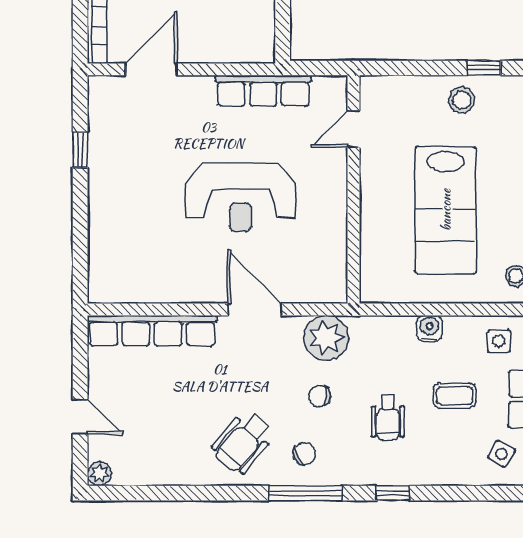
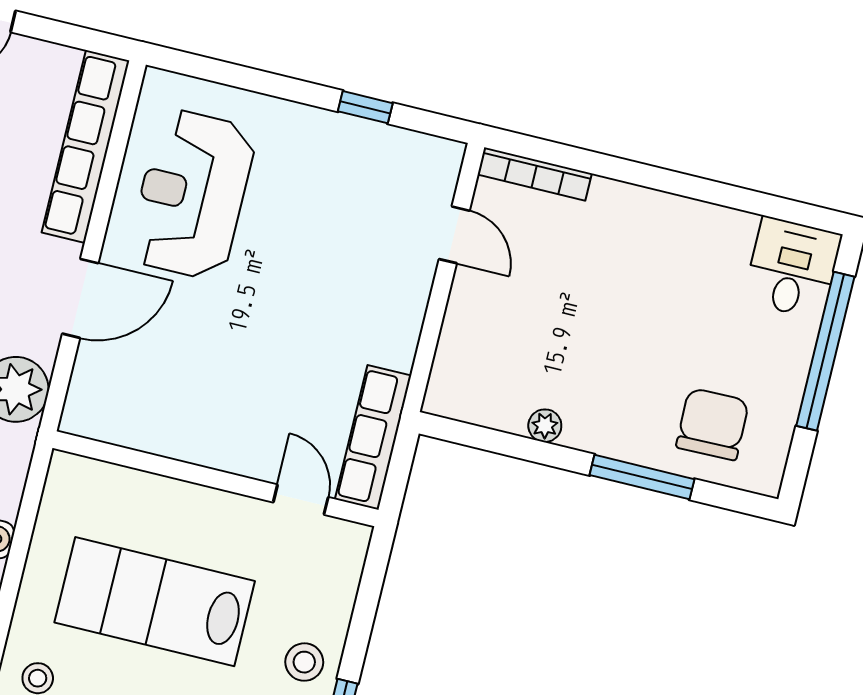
door: (151, 69) -> (454, 235), width x0.73
row of seats: (263, 91) -> (373, 437), moved
reception desk: (241, 197) -> (192, 194), moved

